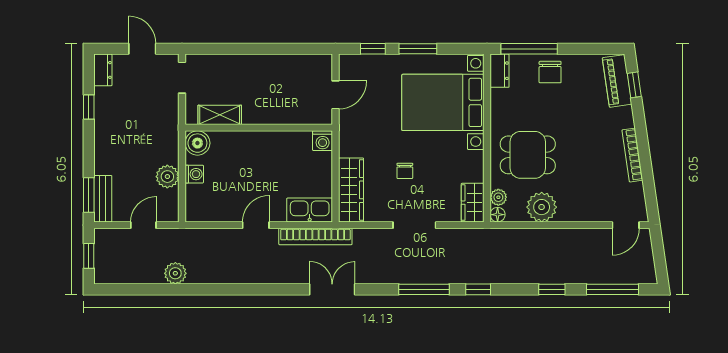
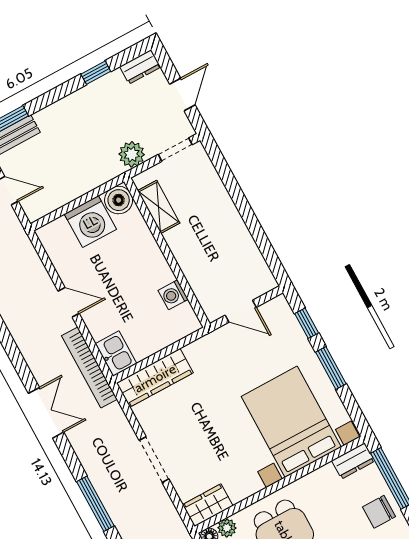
washing machine: (323, 141) -> (173, 295), moved
chair: (405, 171) -> (203, 421), removed
washing machine: (194, 174) -> (90, 222), width x1.89, depth x1.89
plant: (167, 177) -> (132, 154), moved
kitchen sink: (310, 210) -> (116, 354), width x0.73

